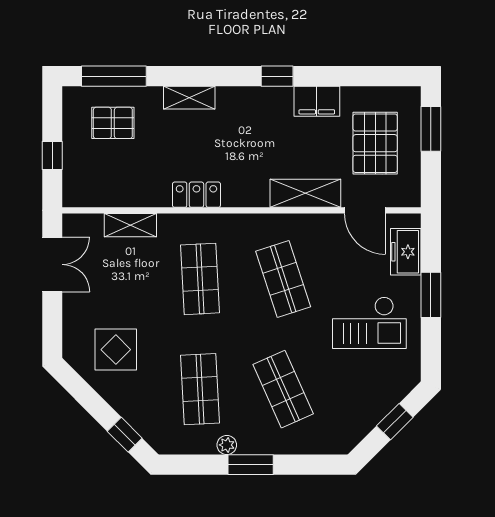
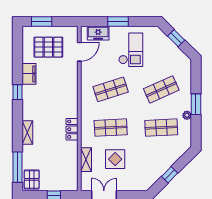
pallet: (113, 123) -> (32, 179), moved
shelving: (305, 193) -> (71, 79), removed
display table: (116, 350) -> (115, 159), moved
window: (125, 435) -> (170, 175), moved

